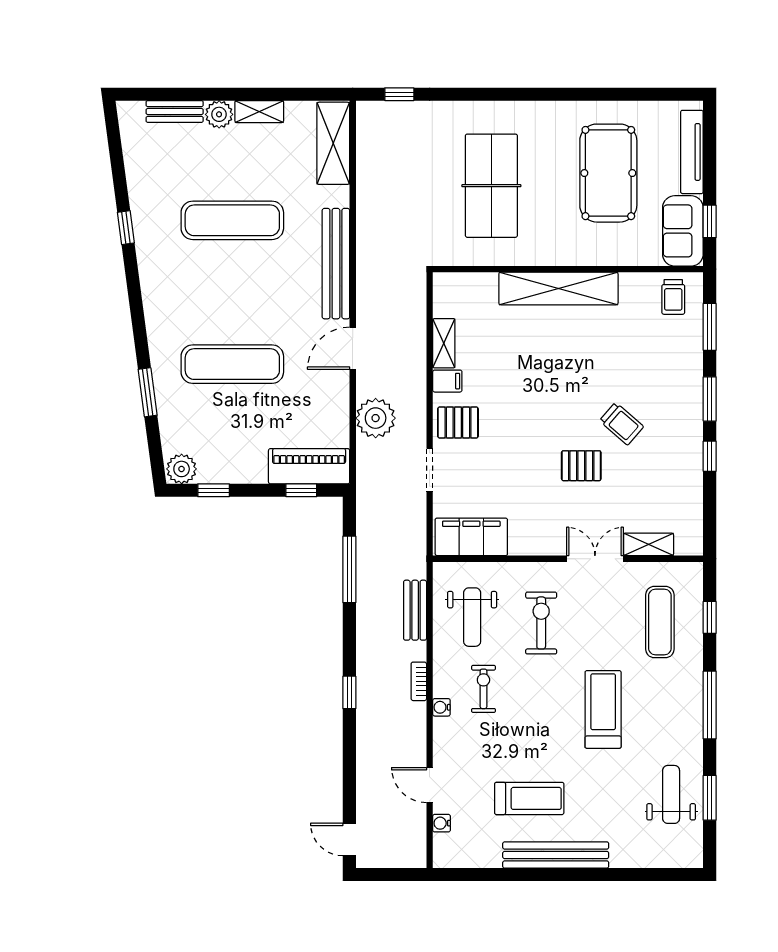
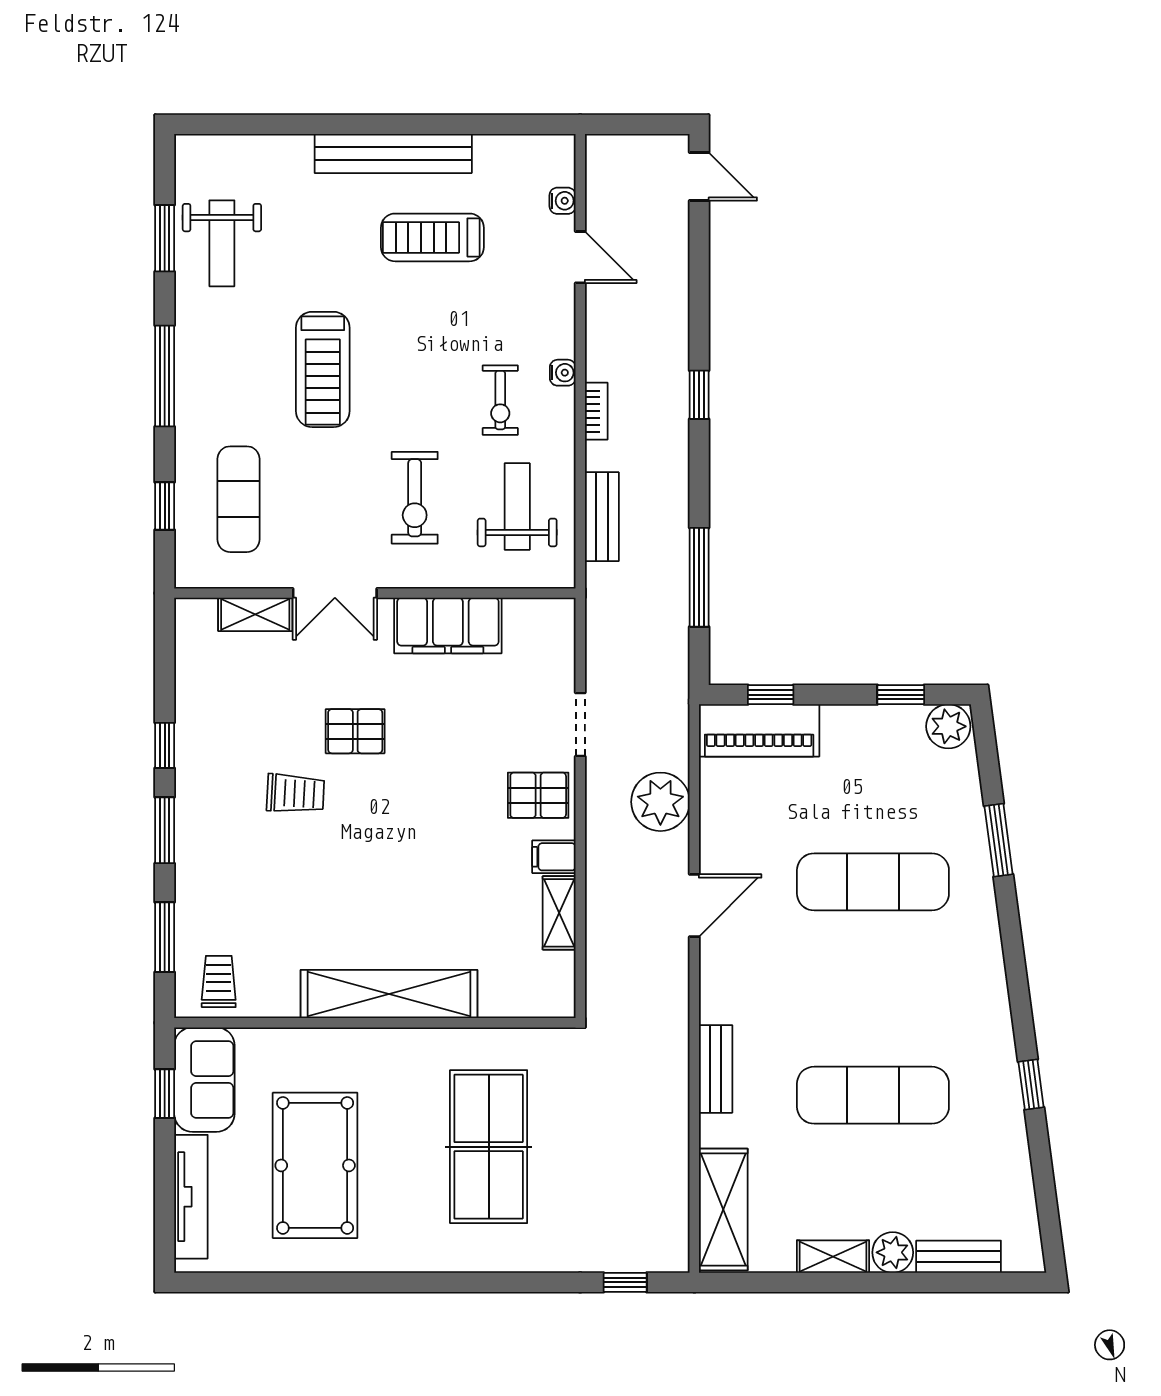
bench: (336, 264) -> (716, 1069), width x0.54, depth x0.82
trolley: (622, 424) -> (295, 793), turned 142
filing cabinet: (471, 537) -> (448, 626), moved

